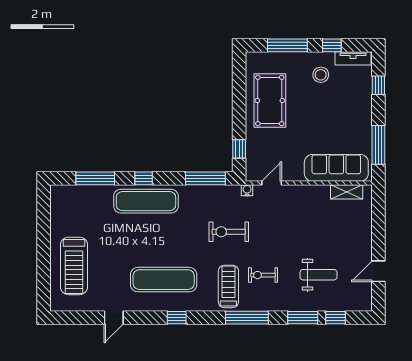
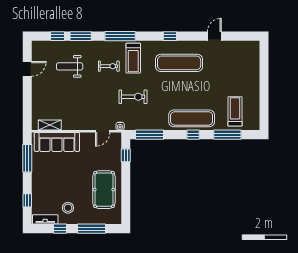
treadmill: (74, 266) -> (235, 111), moved, width x0.73, depth x0.73

